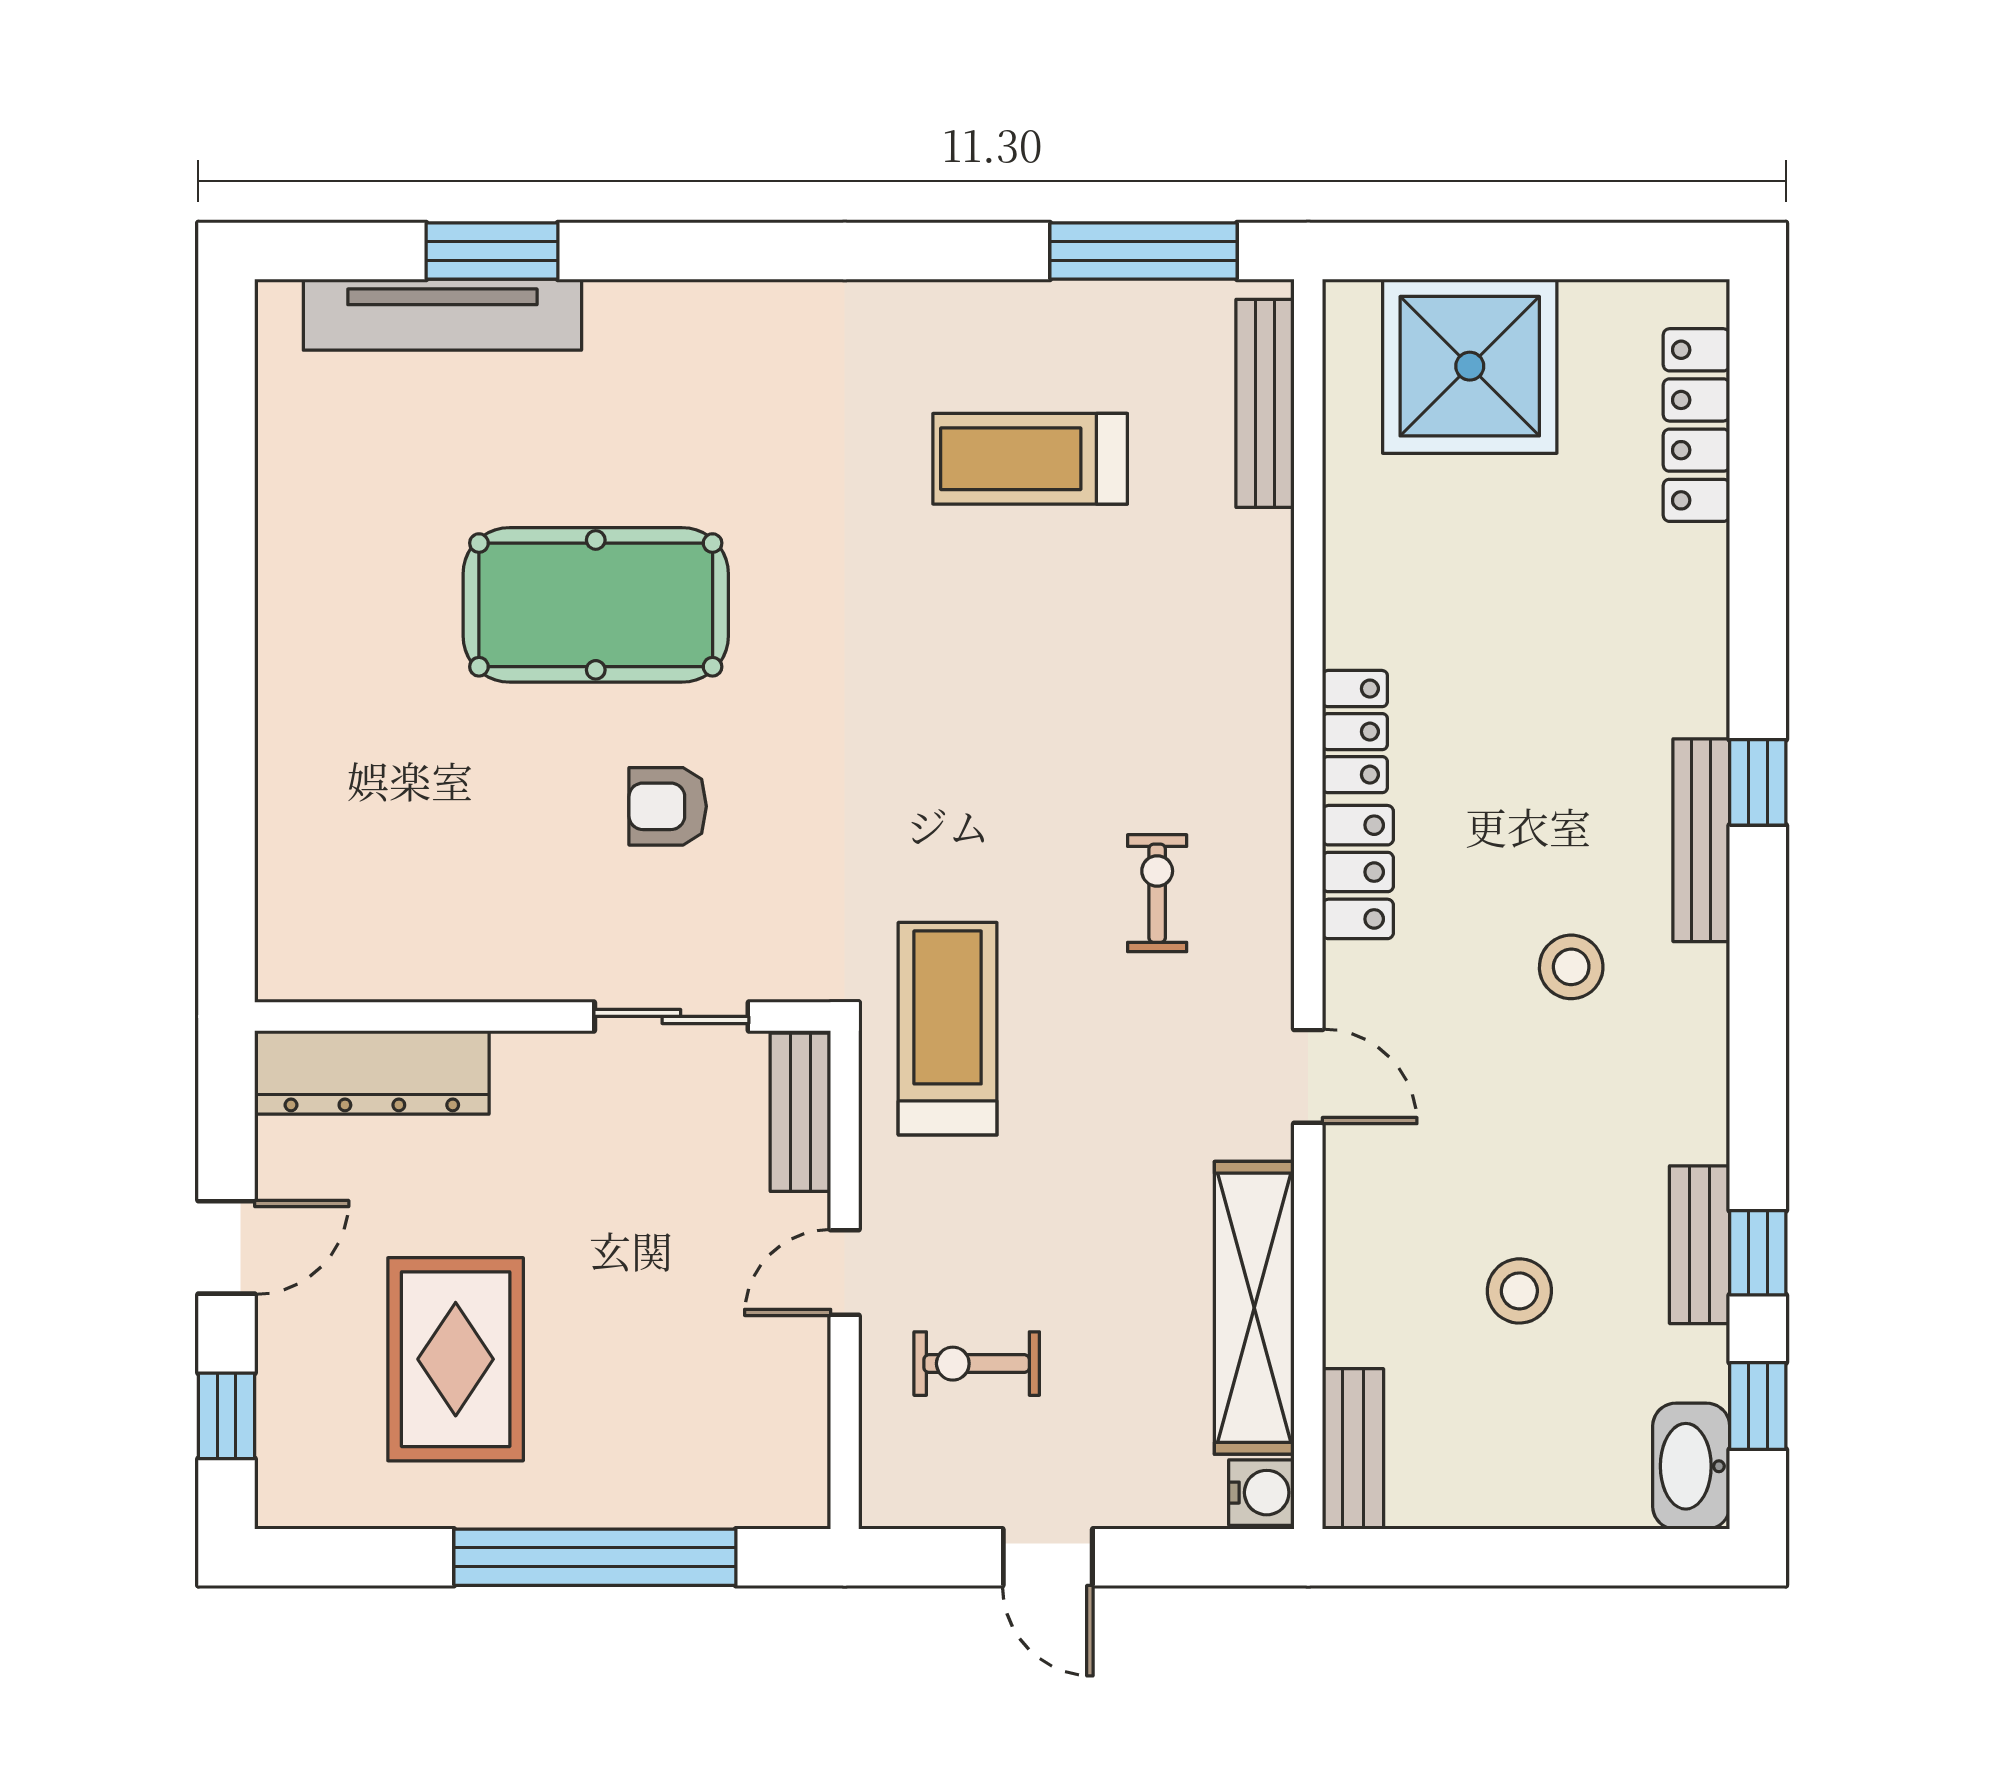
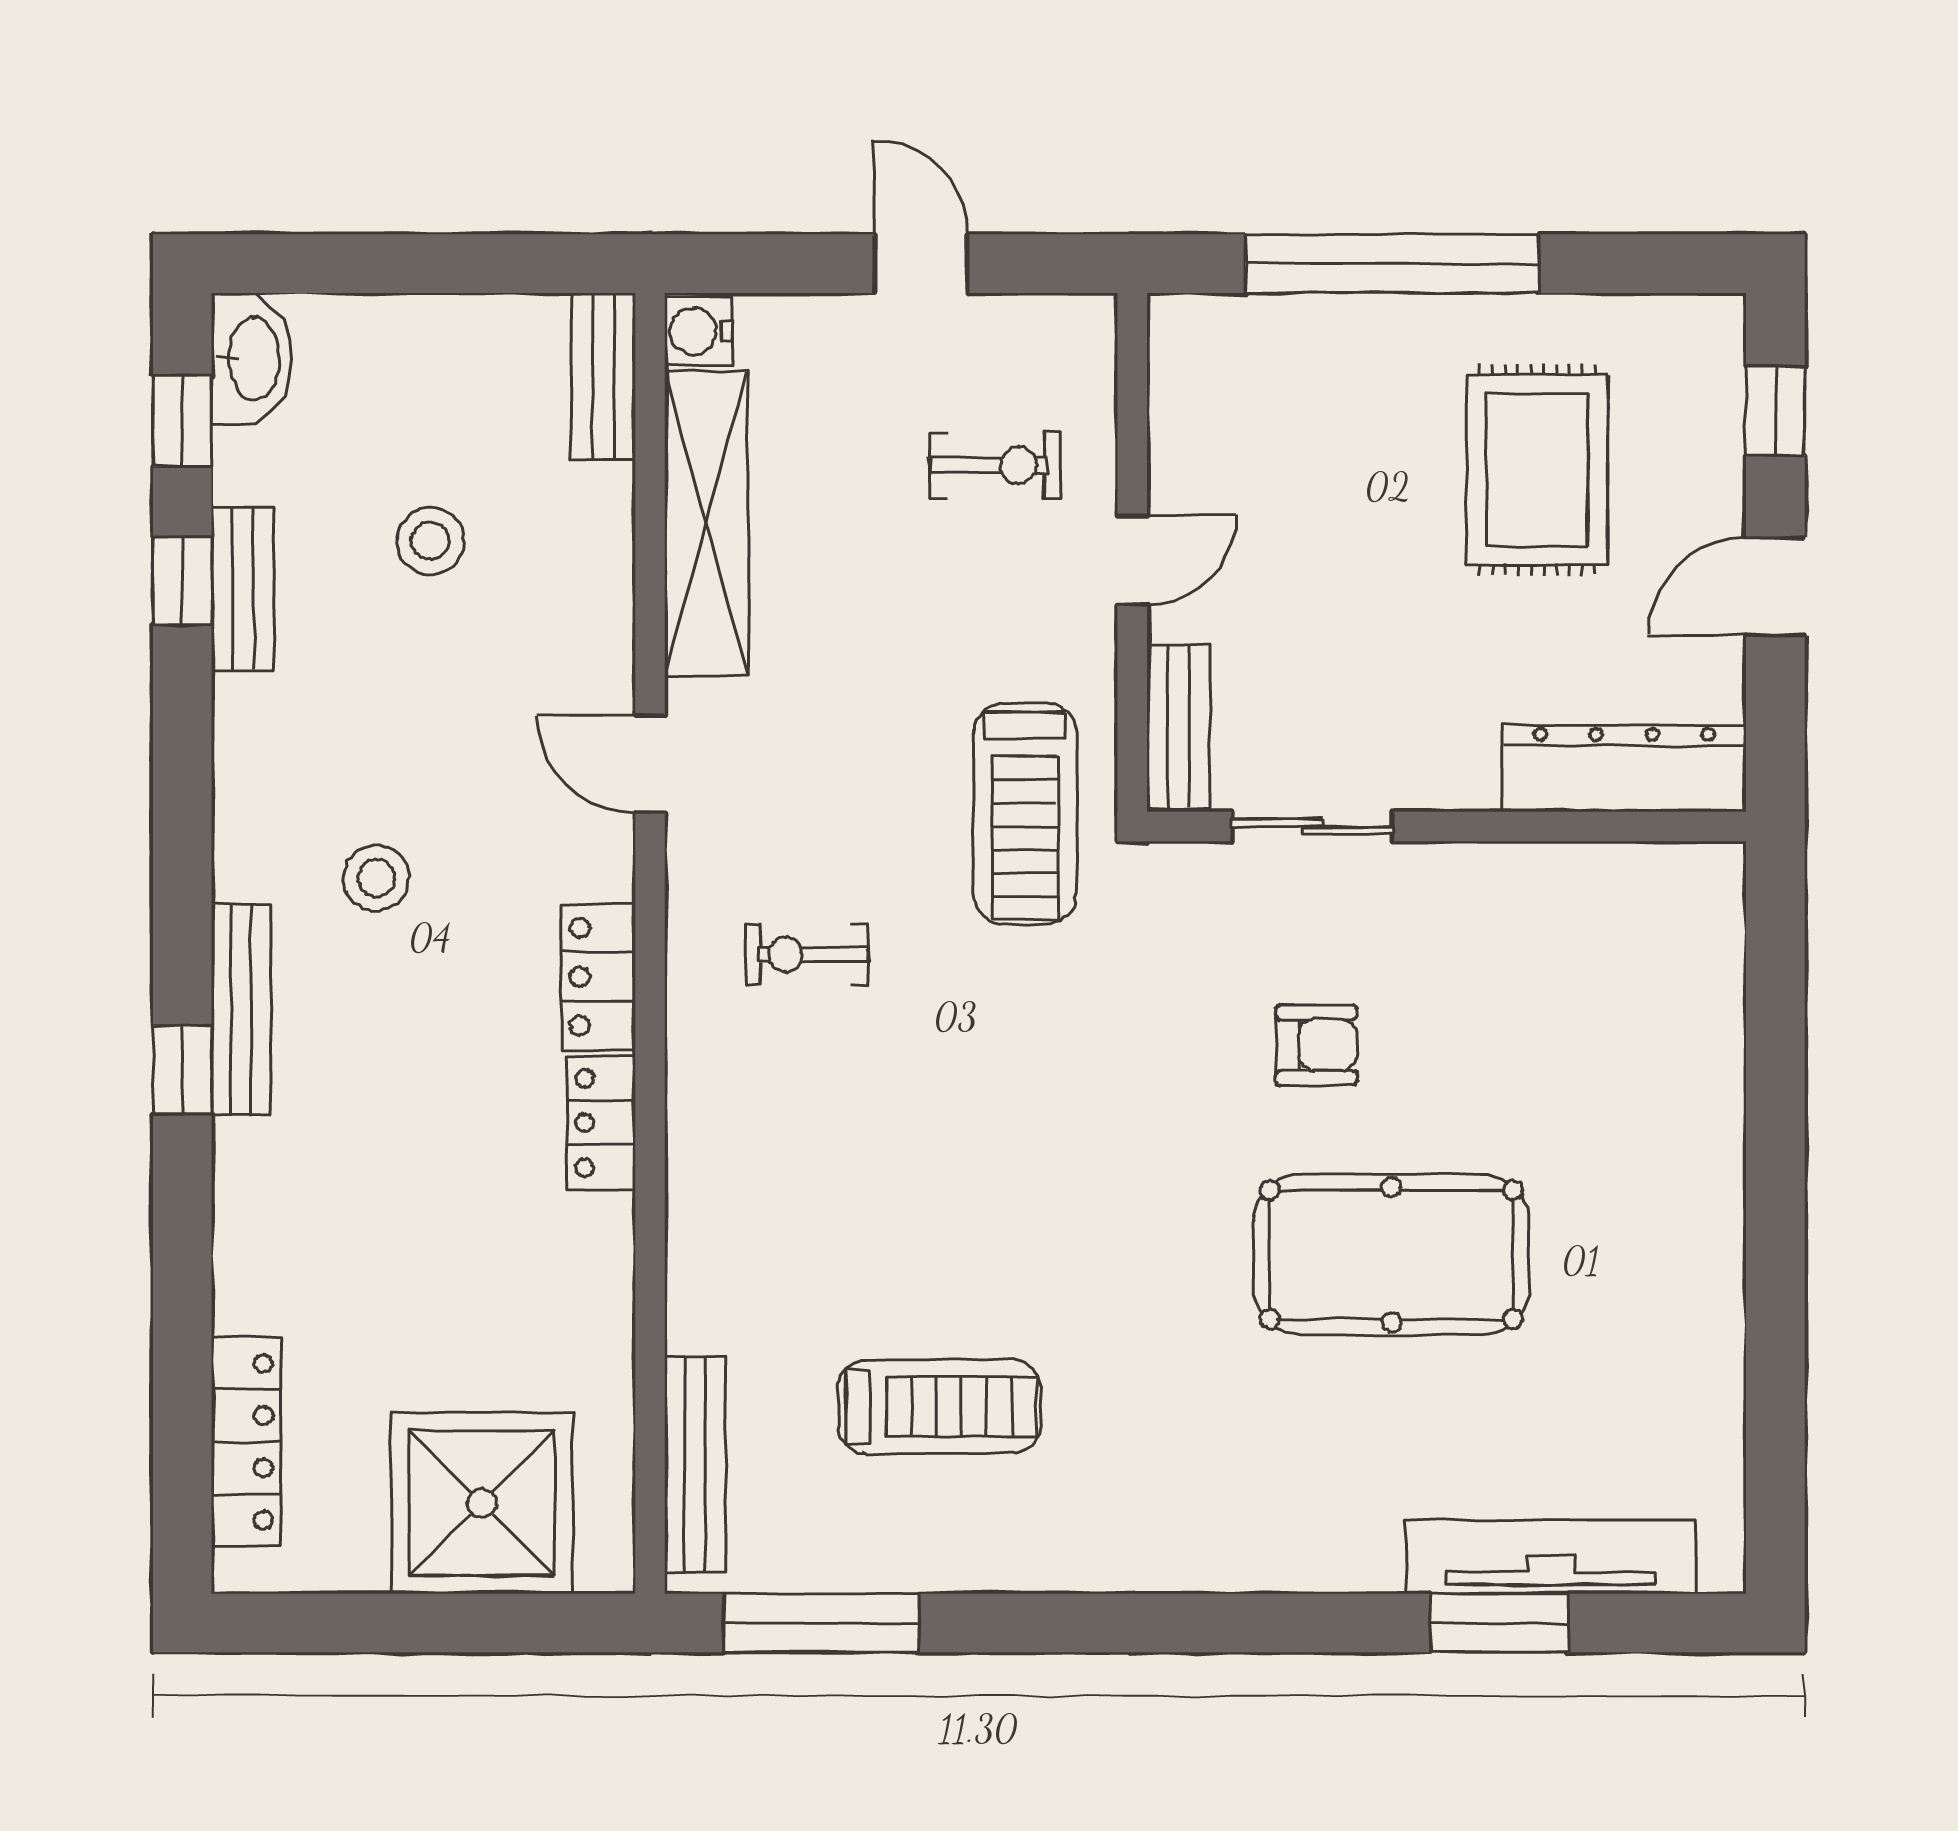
exercise bike: (1157, 893) -> (807, 955), turned 90

